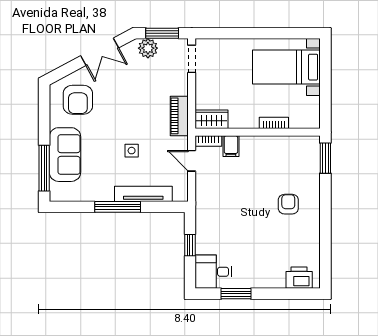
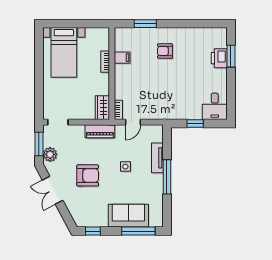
double door: (100, 52) -> (53, 190), swing flipped
armchair: (78, 100) -> (88, 175), moved
window: (44, 106) -> (93, 231), added
filing cabinet: (231, 146) -> (122, 58), moved
window: (325, 158) -> (145, 24), moved
tv unit: (143, 194) -> (157, 158), width x0.71
printer: (299, 278) -> (219, 58), moved
window: (236, 294) -> (231, 56), moved

